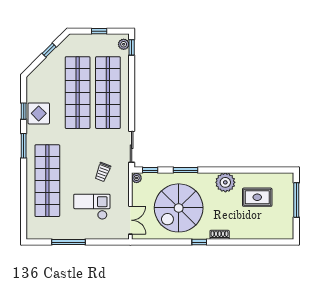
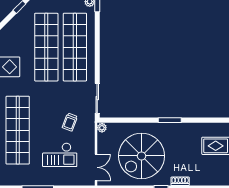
window: (150, 170) -> (115, 120), removed
window: (185, 170) -> (170, 120), moved
plant: (225, 182) -> (186, 132), removed
checkout: (92, 207) -> (60, 155), turned 180

